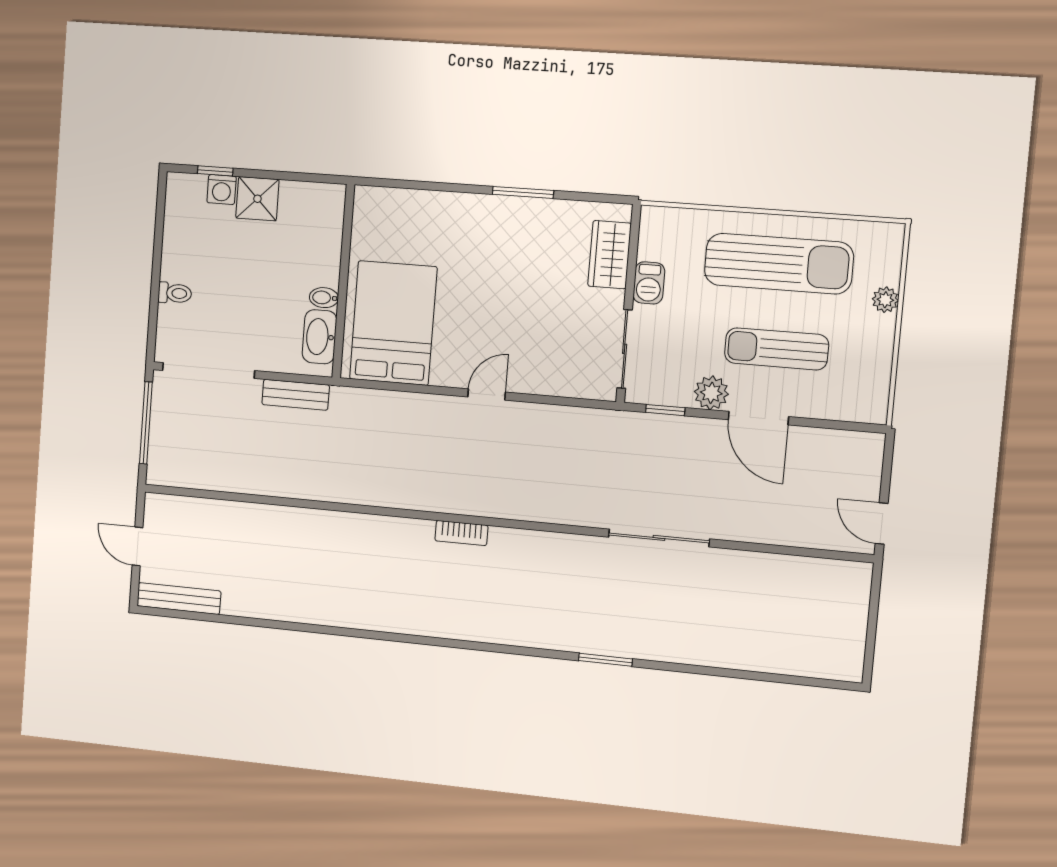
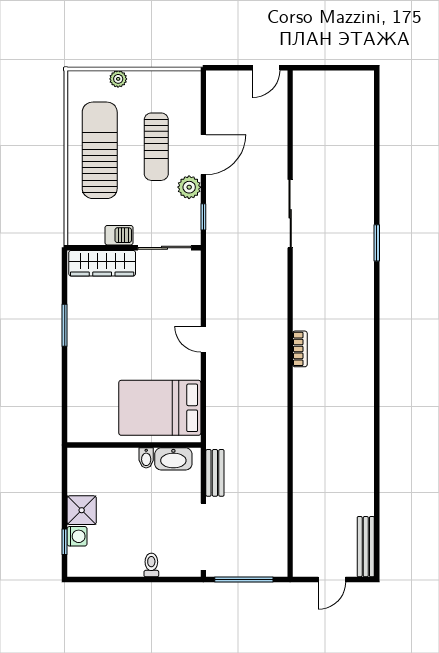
wardrobe: (610, 255) -> (102, 263), width x1.50

